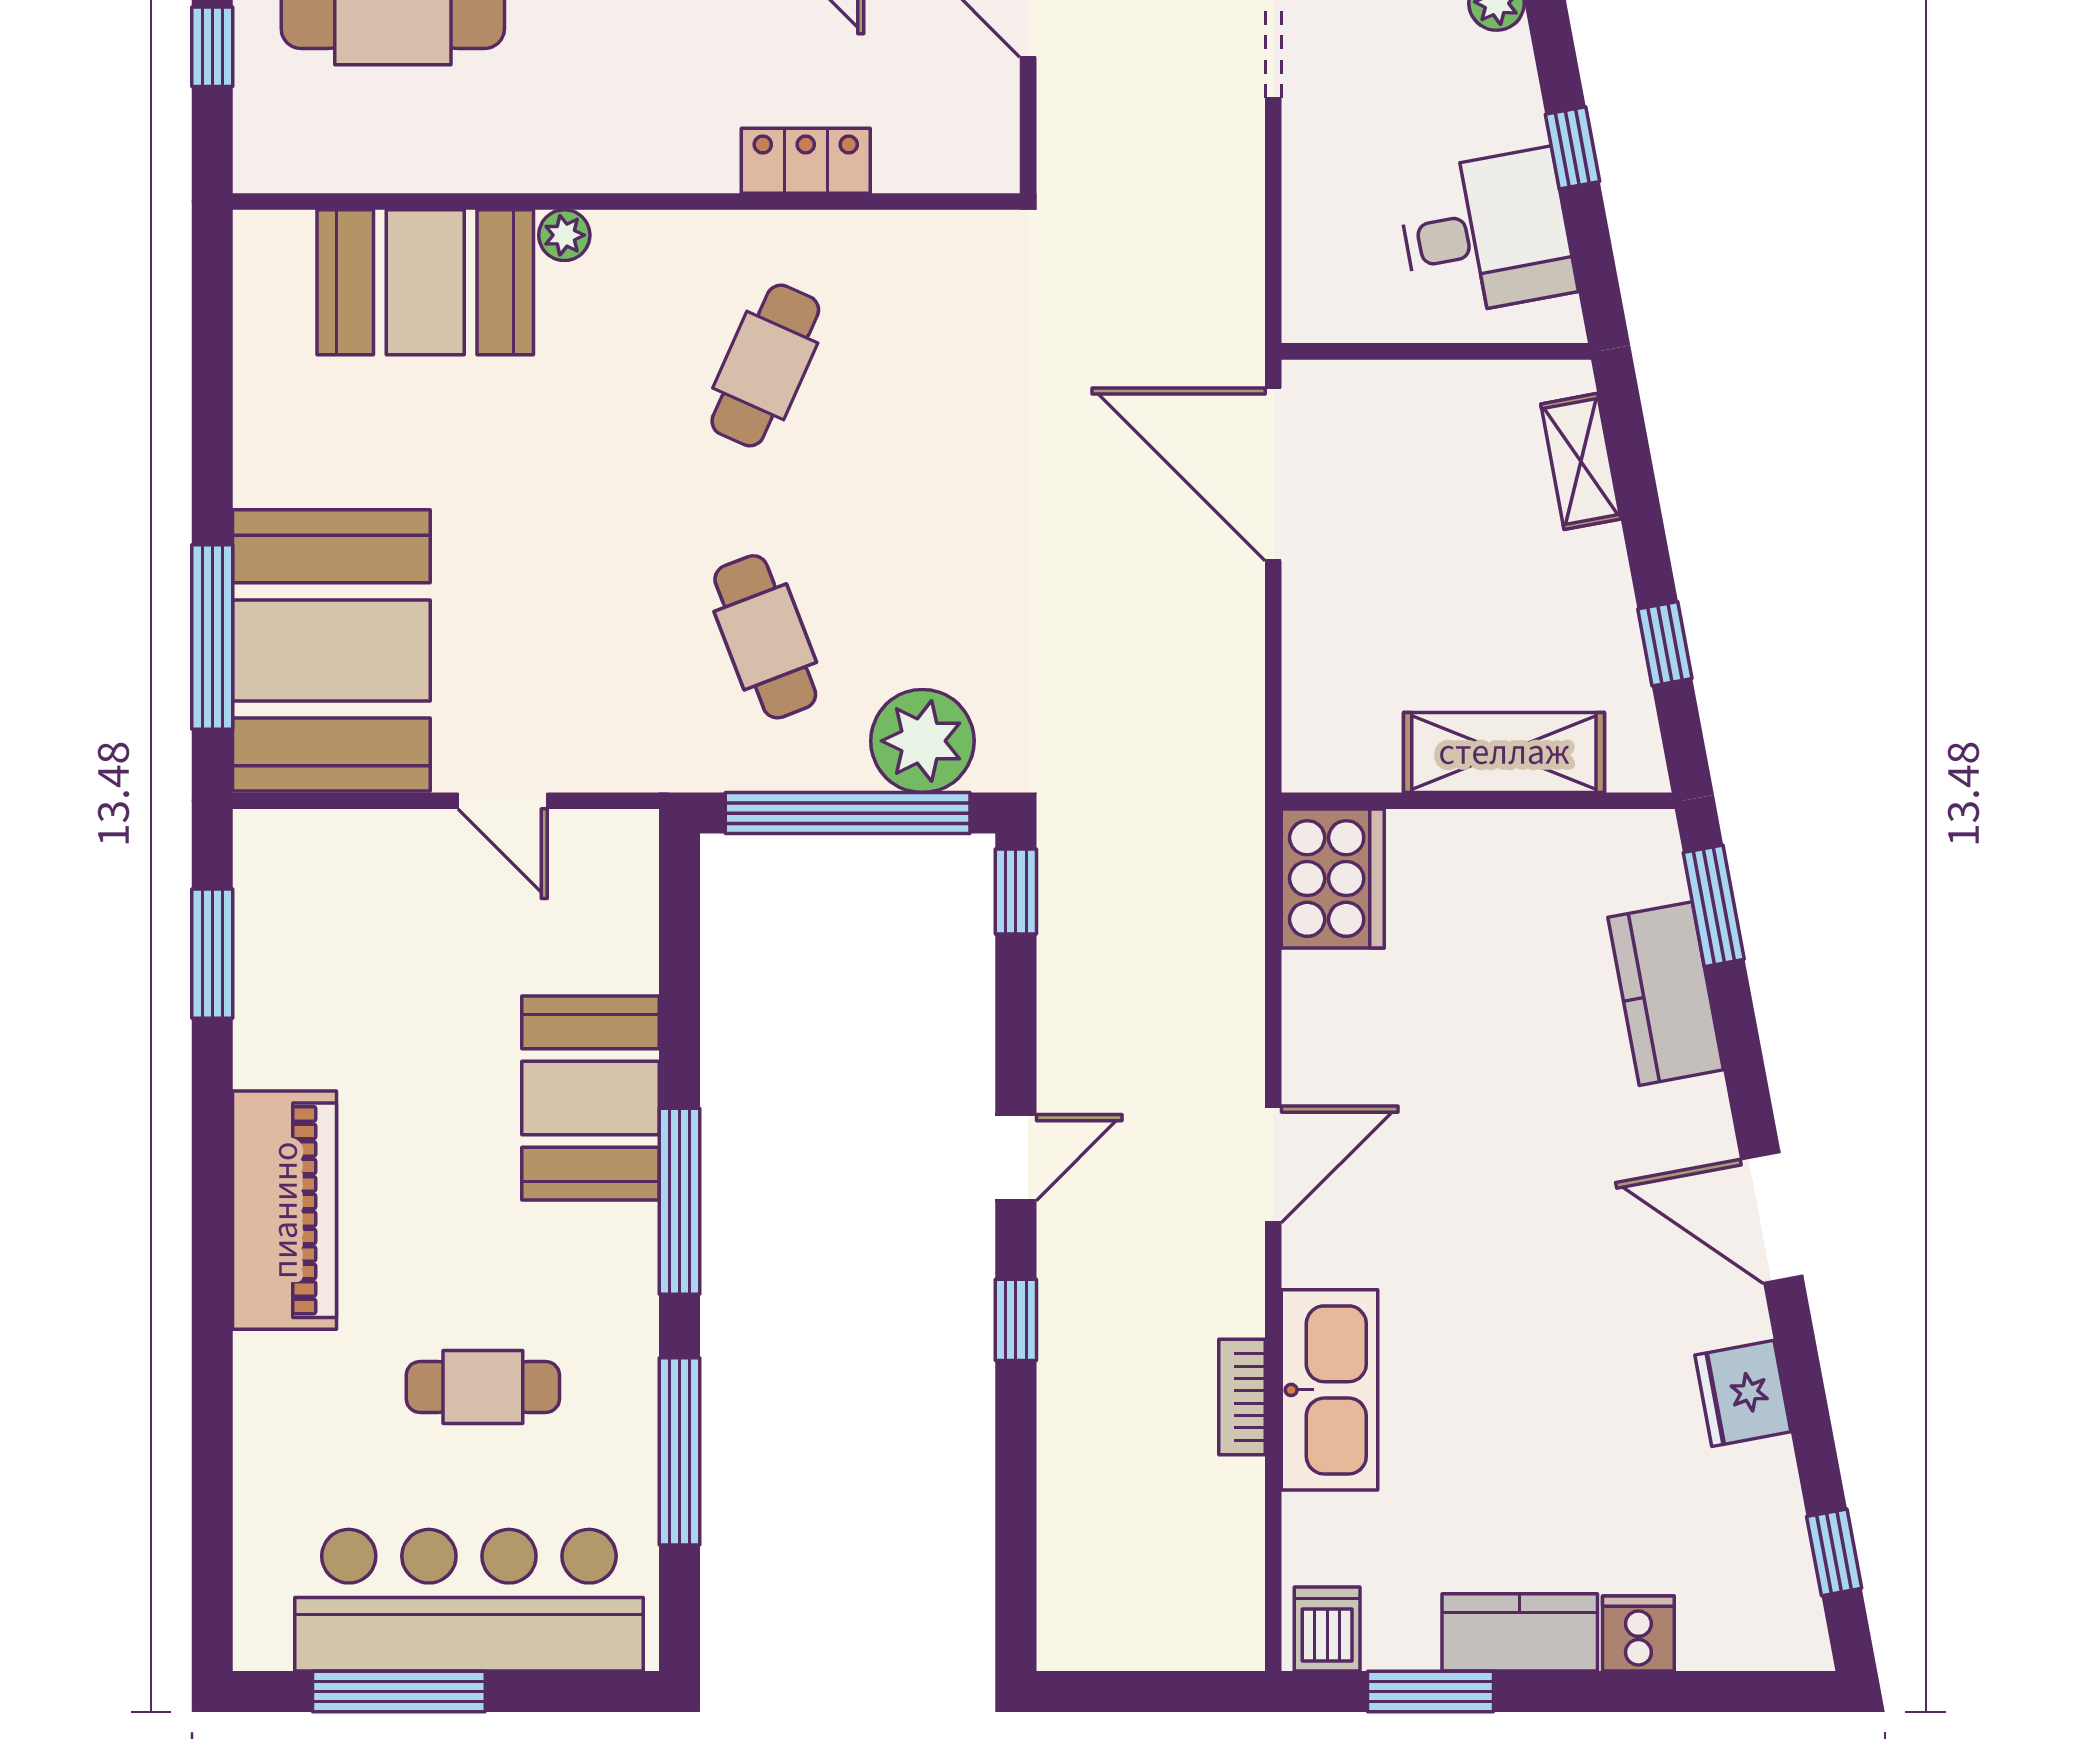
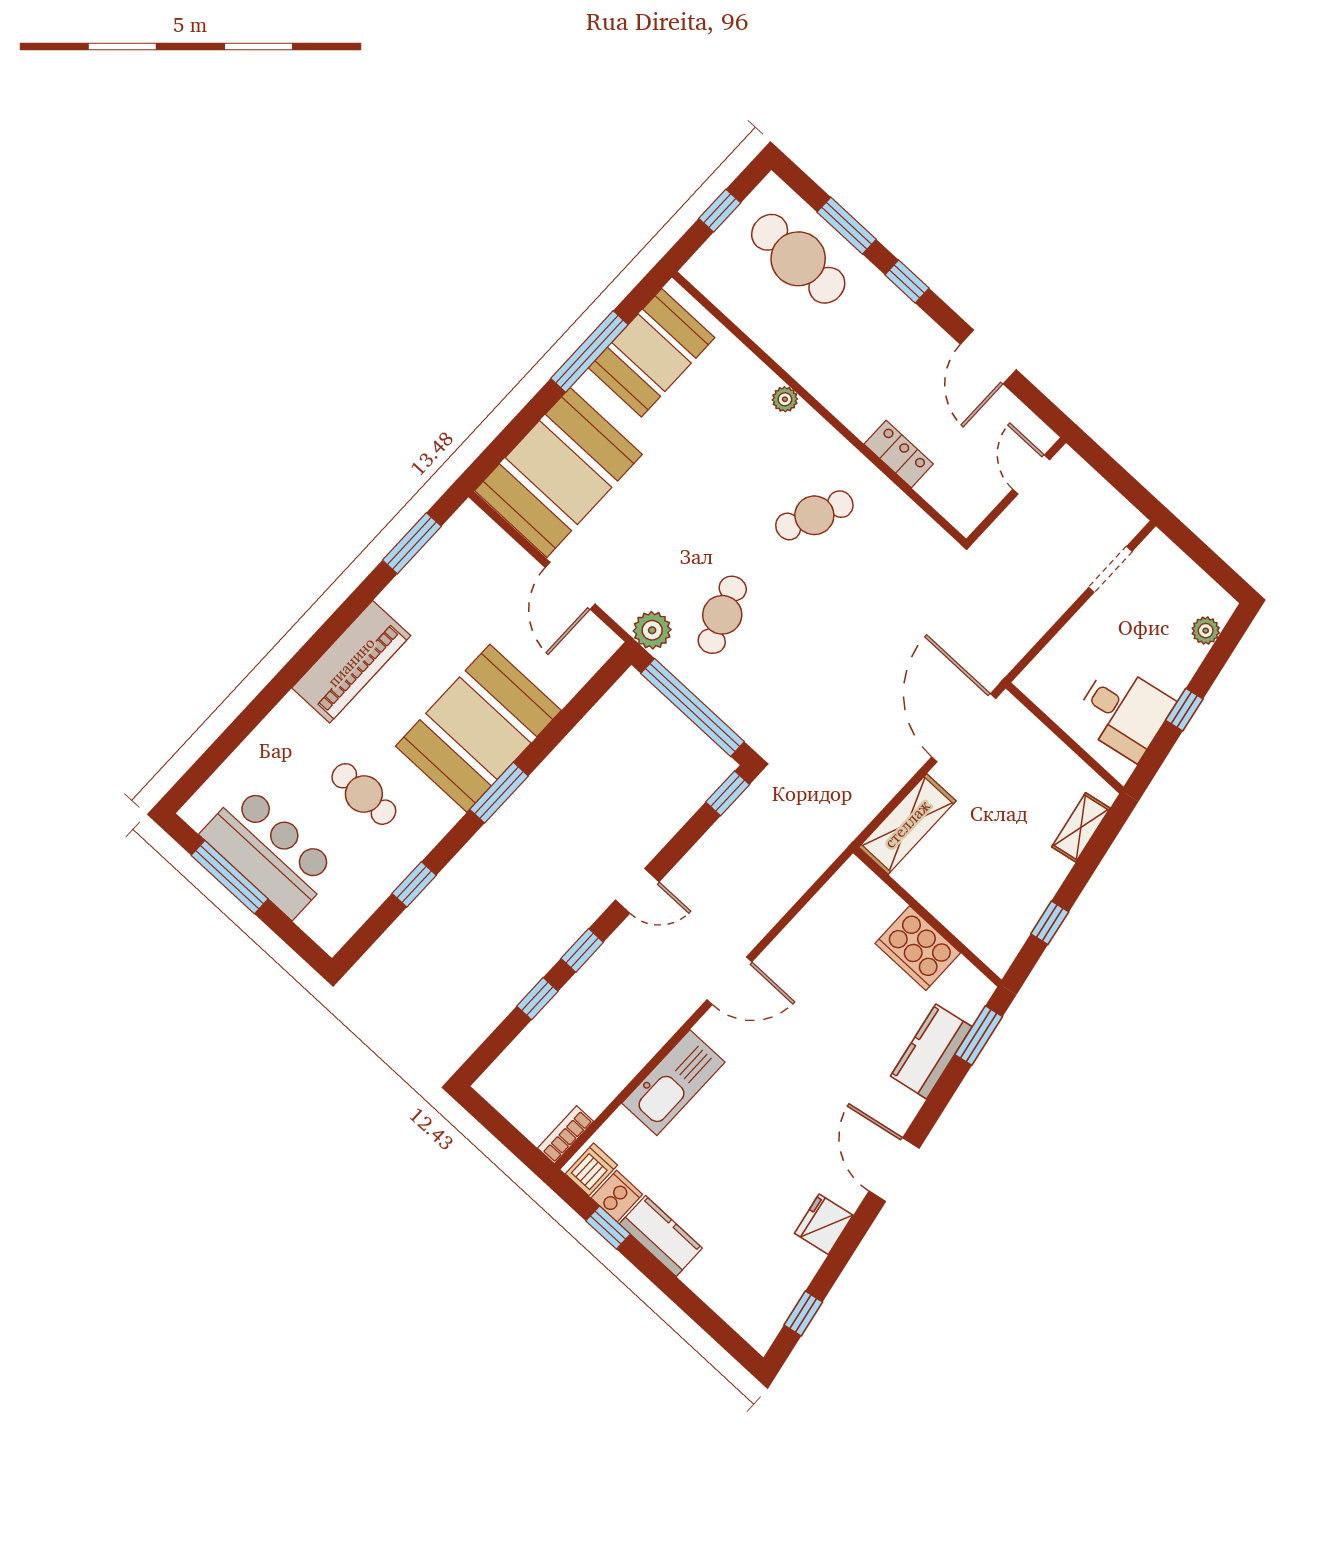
booth: (425, 282) -> (652, 353), moved, turned 90
window: (212, 637) -> (589, 351), moved
plant: (922, 741) -> (652, 630), moved, width x0.73, depth x0.73
shelving: (1504, 752) -> (907, 824), moved, turned 90
door: (503, 801) -> (570, 586), width x1.37
cooker: (1333, 879) -> (918, 948), moved, turned 90
booth: (590, 1098) -> (478, 728), width x1.36, depth x1.42
window: (679, 1201) -> (499, 793), width x0.69
bookcase: (1242, 1397) -> (565, 1135), moved
window: (679, 1451) -> (414, 884), width x0.46
window: (1016, 1452) -> (537, 999), added
bar counter: (469, 1600) -> (269, 852), width x0.73
cooker: (1638, 1633) -> (617, 1196), moved
window: (1431, 1692) -> (608, 1228), width x0.67

